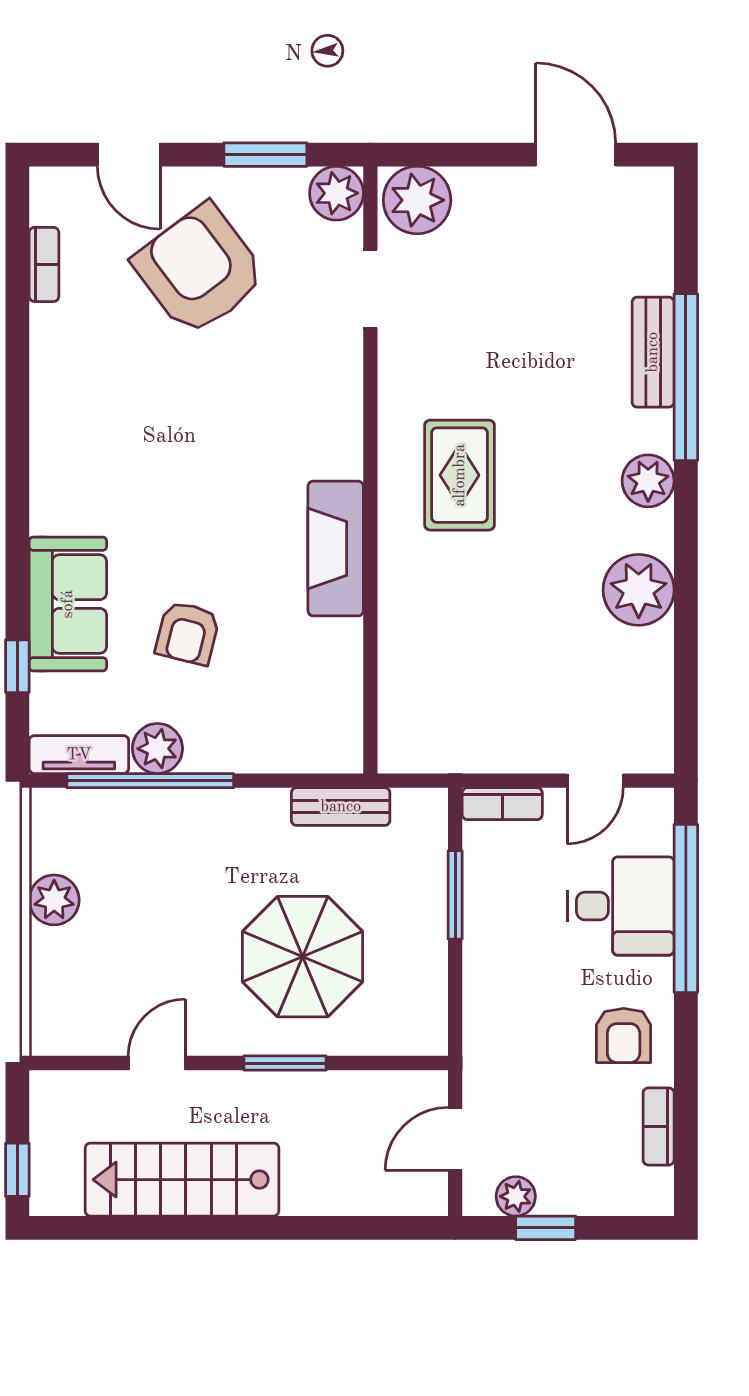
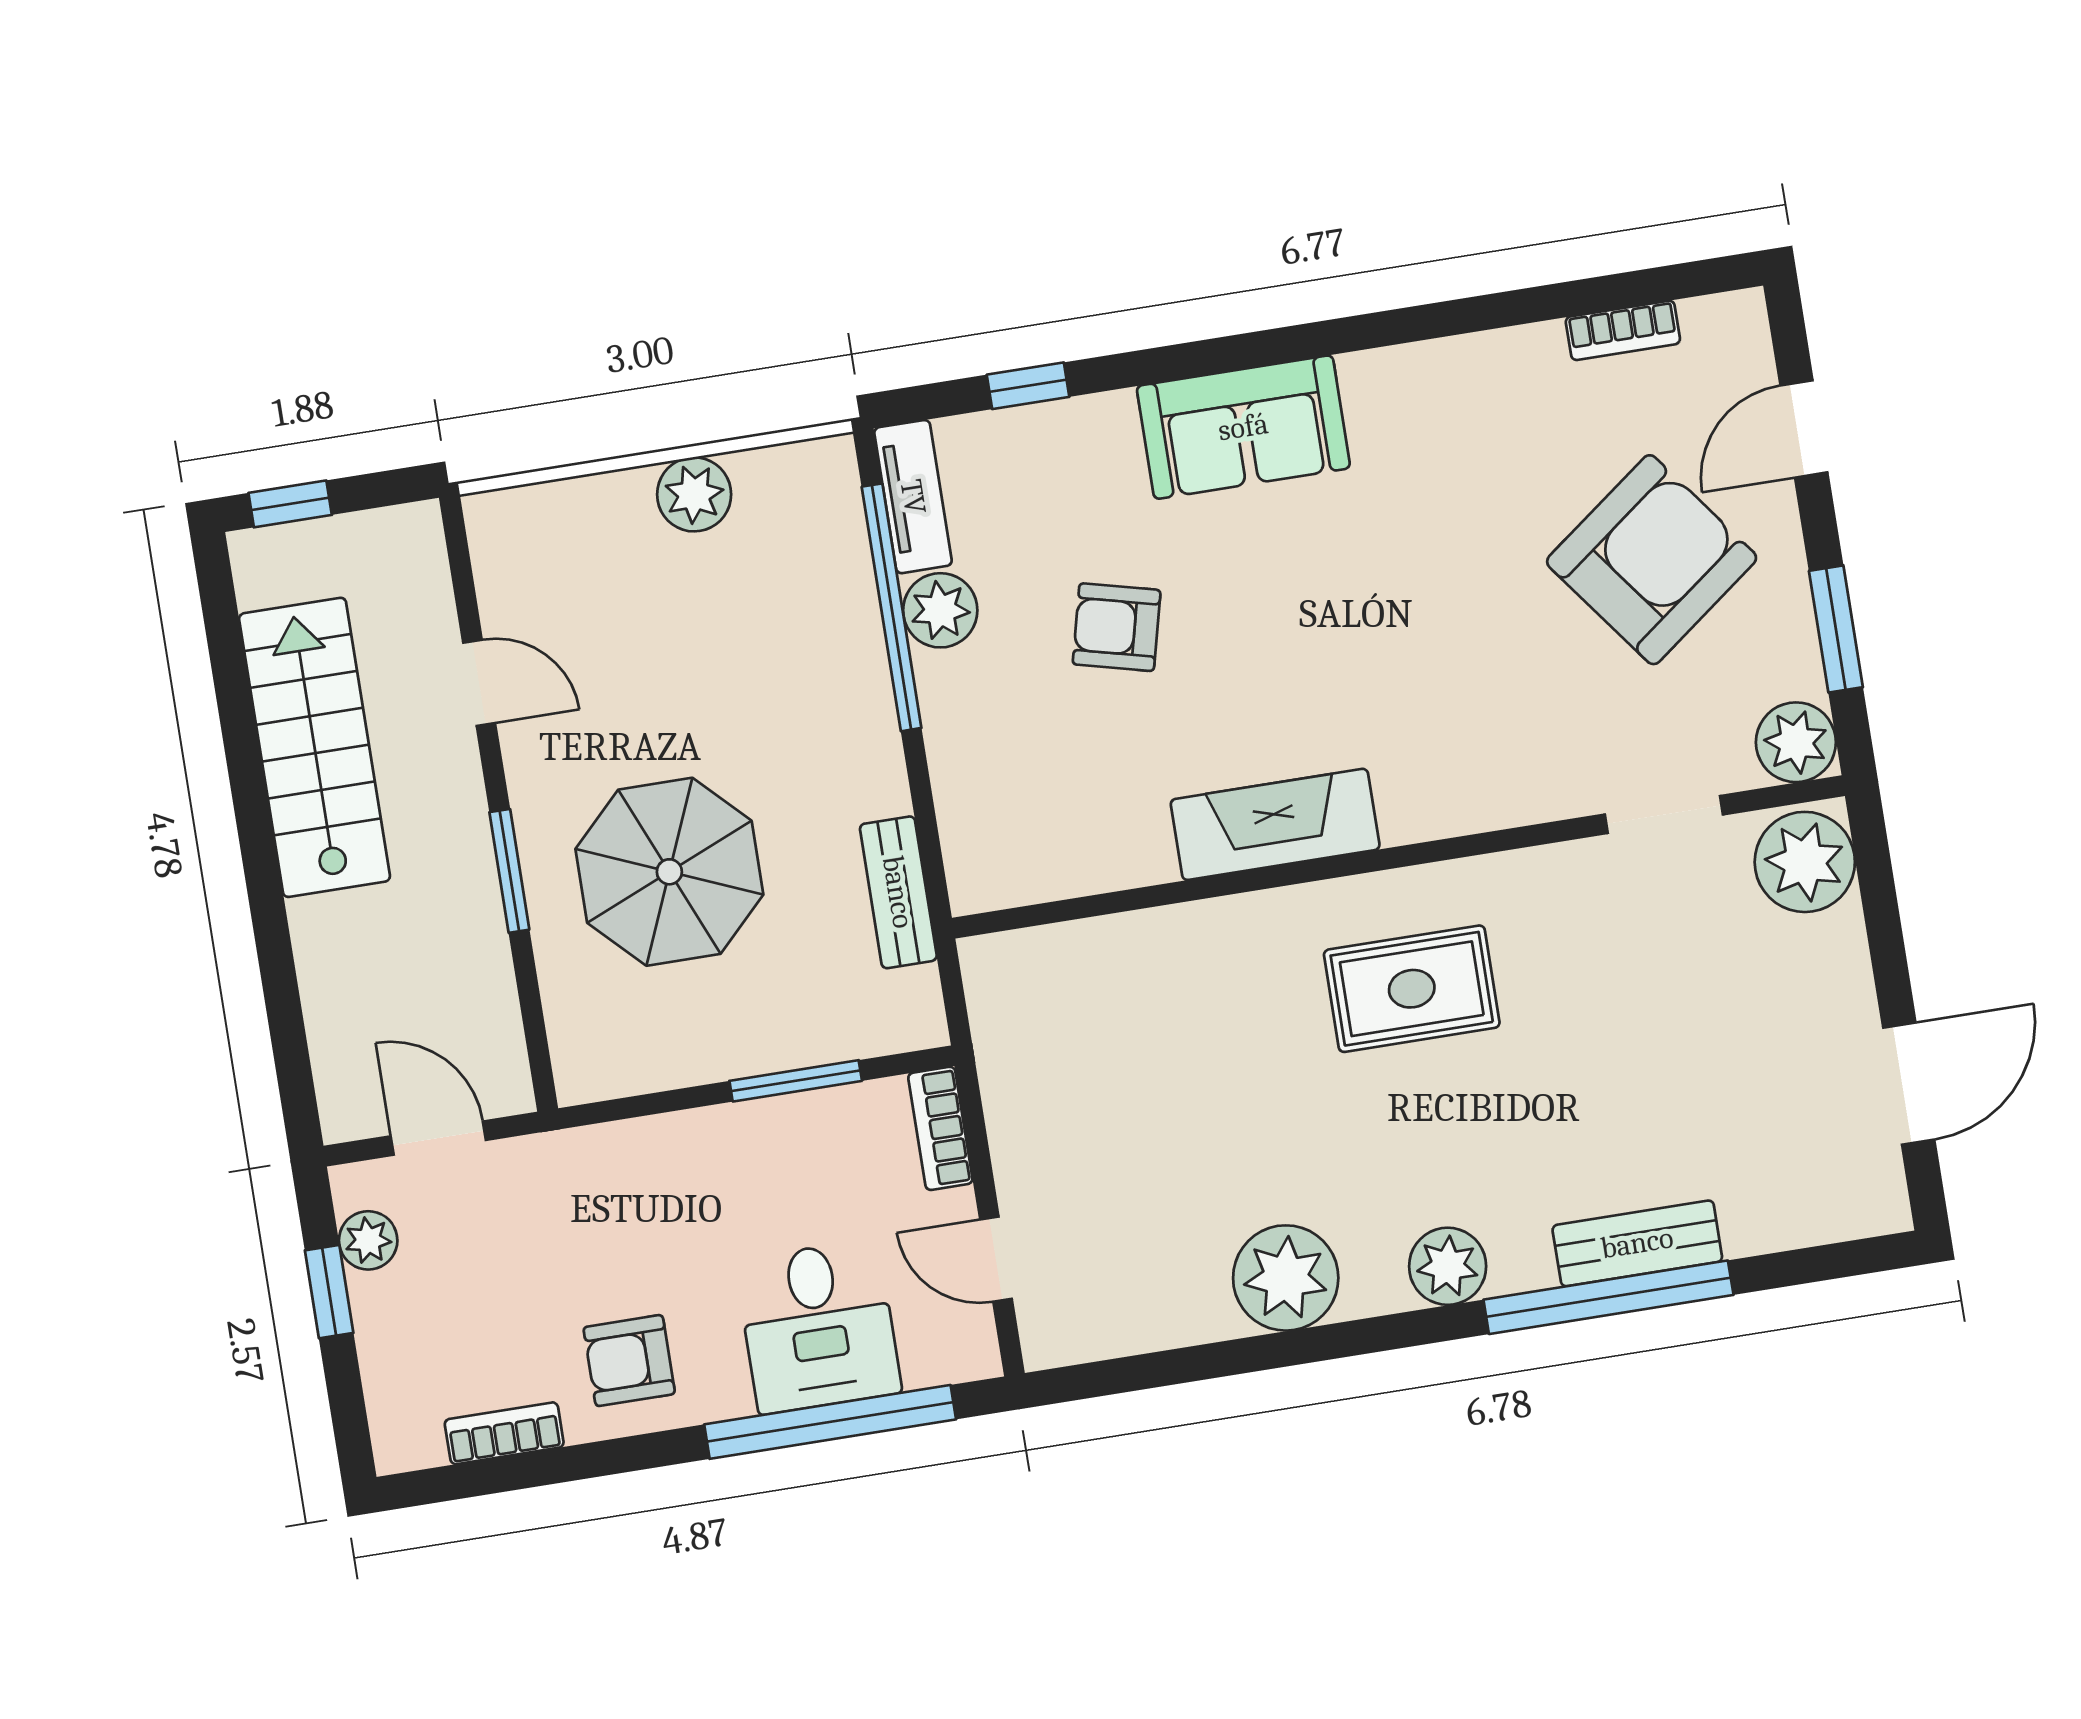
sofa: (68, 604) -> (1243, 427), moved

